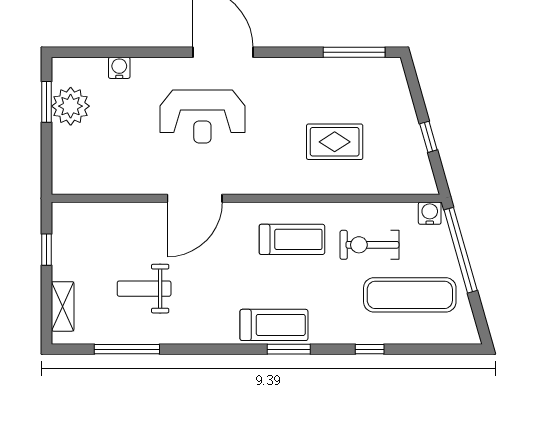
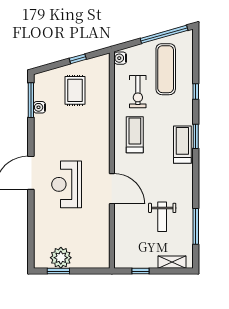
water cooler: (119, 68) -> (39, 107), moved
reception desk: (202, 117) -> (67, 184), turned 180
rug: (335, 142) -> (75, 90), moved
window: (461, 250) -> (164, 34), moved

